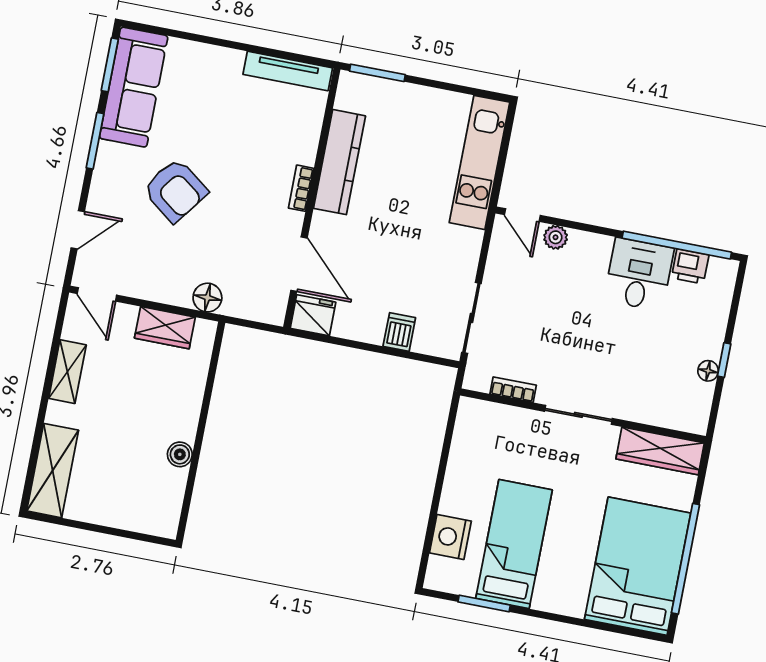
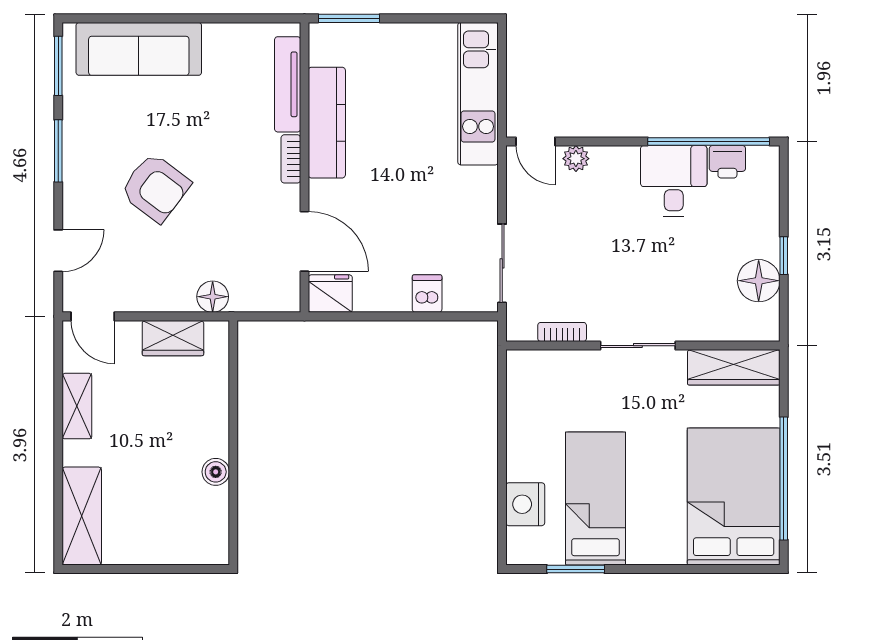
tv unit: (288, 71) -> (288, 84), moved, turned 90
sofa: (134, 87) -> (139, 49), moved, turned 90
floor lamp: (708, 371) -> (759, 281), width x1.89, depth x1.89

